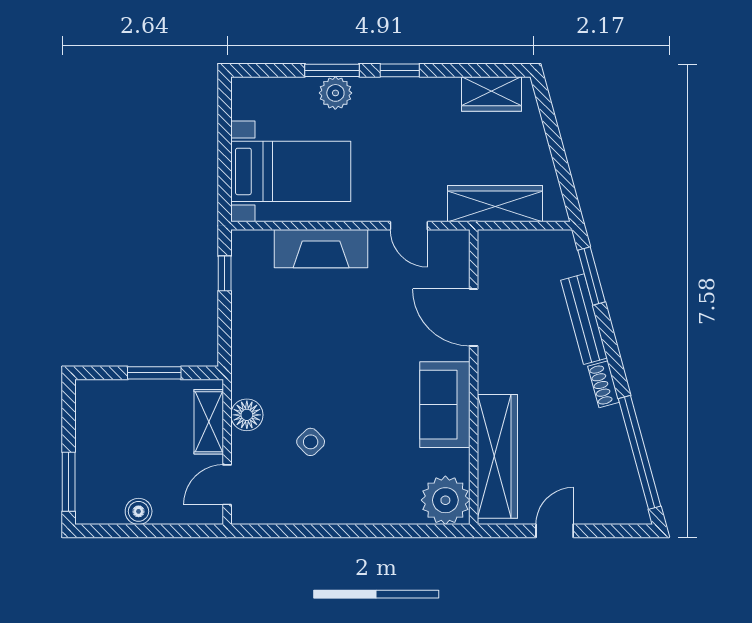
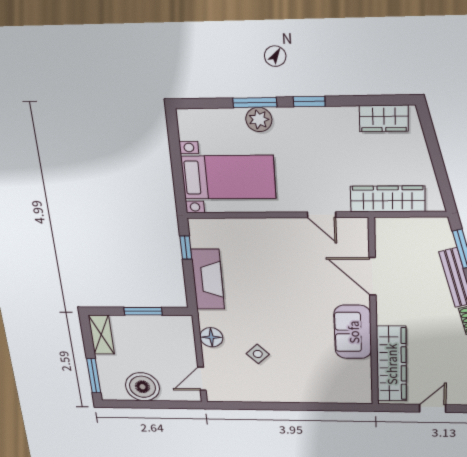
fireplace: (321, 249) -> (208, 279), moved, turned -90
shelving: (209, 422) -> (101, 335), moved
plant: (445, 500) -> (355, 390), removed
boiler: (139, 511) -> (143, 387), width x1.86, depth x1.86

